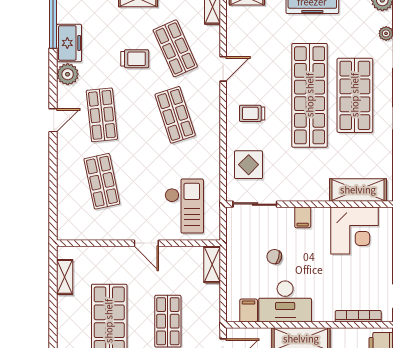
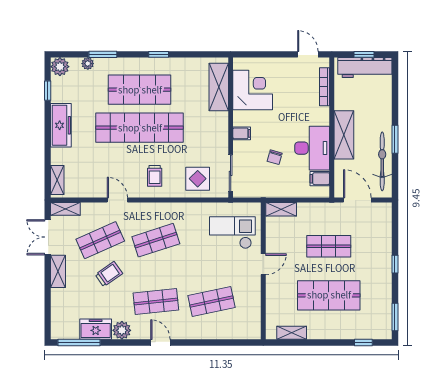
trolley: (135, 59) -> (109, 274), turned 55

